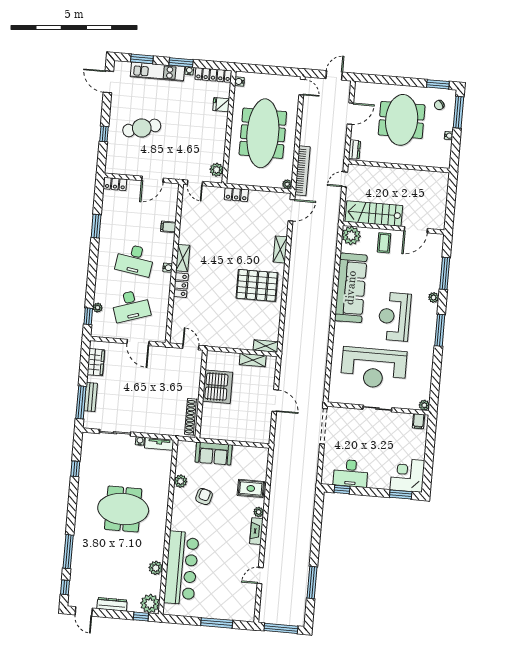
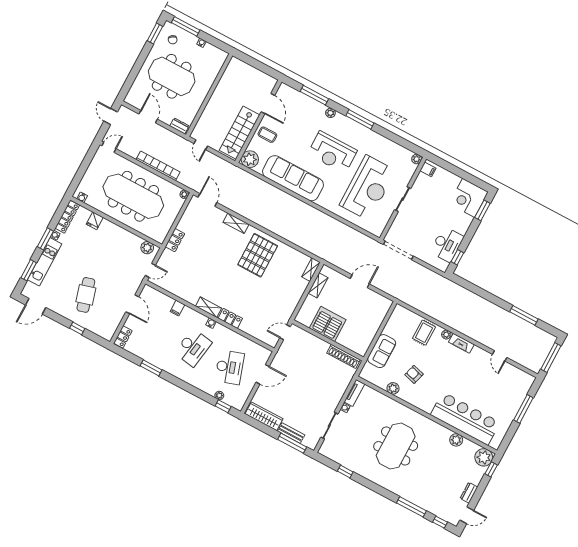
bookcase: (302, 171) -> (158, 166), moved
wardrobe: (96, 362) -> (264, 416), width x1.50
dresser: (112, 604) -> (469, 493), width x0.70

